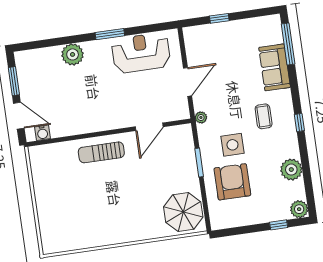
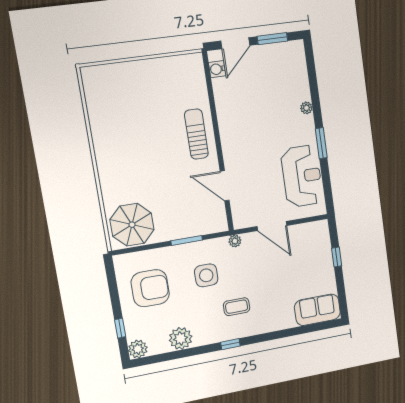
window: (288, 44) -> (311, 328), removed
plant: (73, 54) -> (306, 108), width x0.53, depth x0.53
sofa: (275, 67) -> (317, 310), moved
armchair: (232, 182) -> (150, 288), moved

